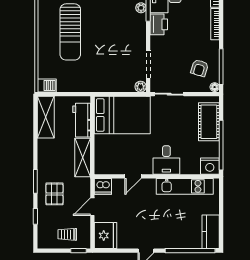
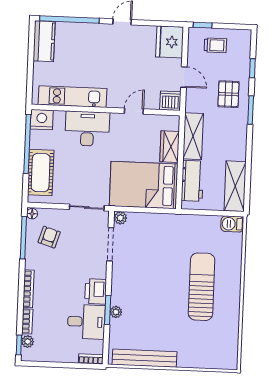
wardrobe: (102, 148) -> (170, 147), added
desk: (166, 160) -> (87, 129), width x1.37
door: (92, 207) -> (184, 77), hinge flipped

